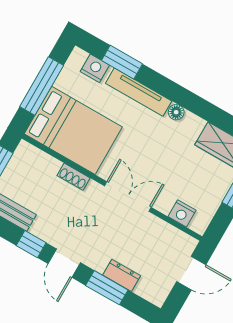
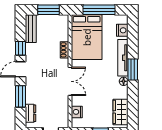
window: (122, 62) -> (133, 69), moved
dresser: (122, 275) -> (31, 113), moved

